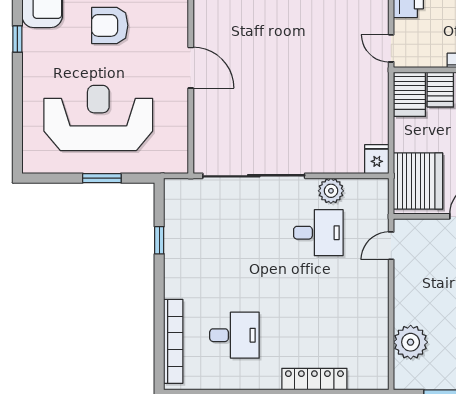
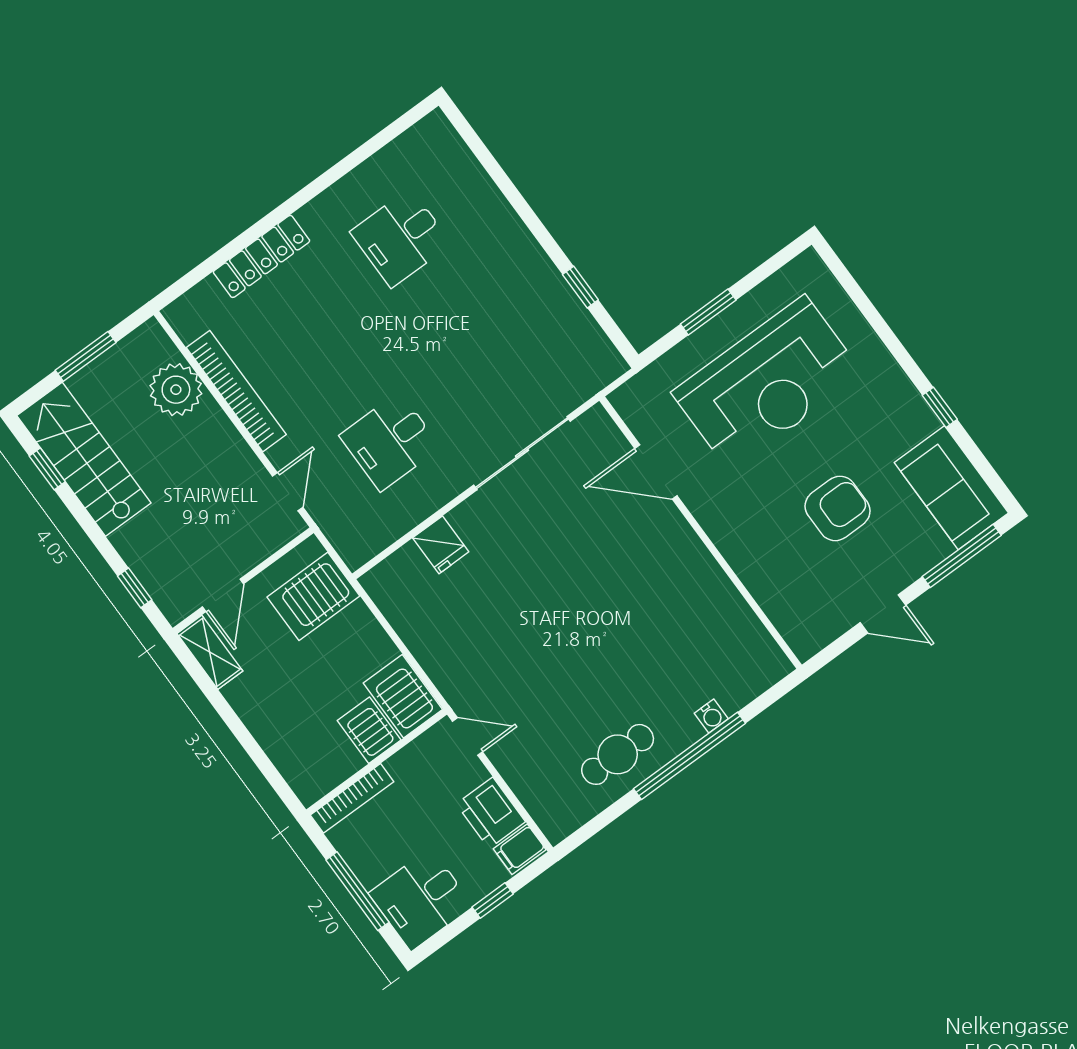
door: (191, 68) -> (656, 472), moved
fridge: (377, 159) -> (441, 545), moved
sliding door: (254, 176) -> (522, 453), width x0.73
server rack: (418, 181) -> (313, 596), width x0.63
plant: (331, 191) -> (412, 505), removed
bookcase: (173, 341) -> (236, 391), moved, turned 180

